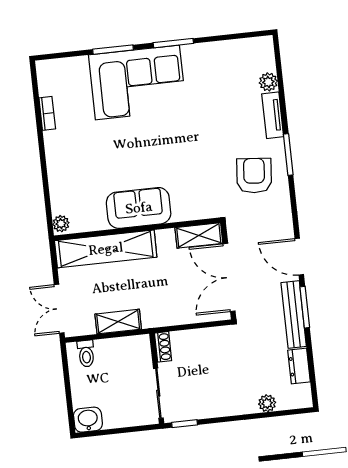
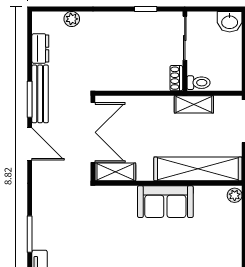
armchair: (254, 176) -> (62, 219), removed
shoe rack: (163, 347) -> (176, 78), moved
toilet: (86, 354) -> (199, 83), moved, turned 90
wall: (157, 378) -> (185, 51), moved
sliding door: (158, 393) -> (185, 38), moved

